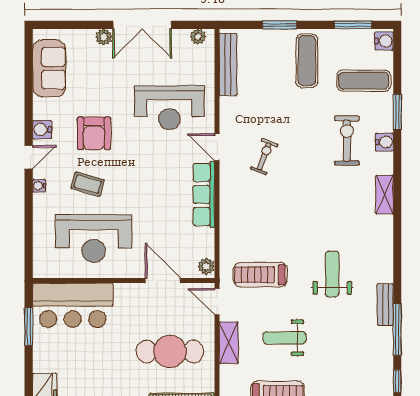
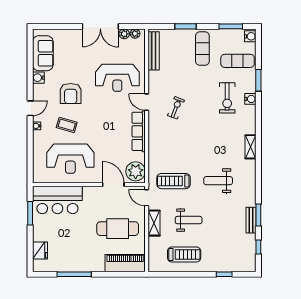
plant: (104, 37) -> (124, 34), moved
water cooler: (42, 130) -> (38, 78), moved
exercise bike: (347, 140) -> (227, 98), turned 180
shelving: (385, 194) -> (250, 147), moved
plant: (206, 266) -> (136, 171), width x1.88, depth x1.88
weight bench: (332, 274) -> (218, 181), turned -90
bench: (385, 305) -> (251, 220), moved
window: (397, 330) -> (258, 215), width x0.69
weight bench: (285, 338) -> (189, 220), turned 180

